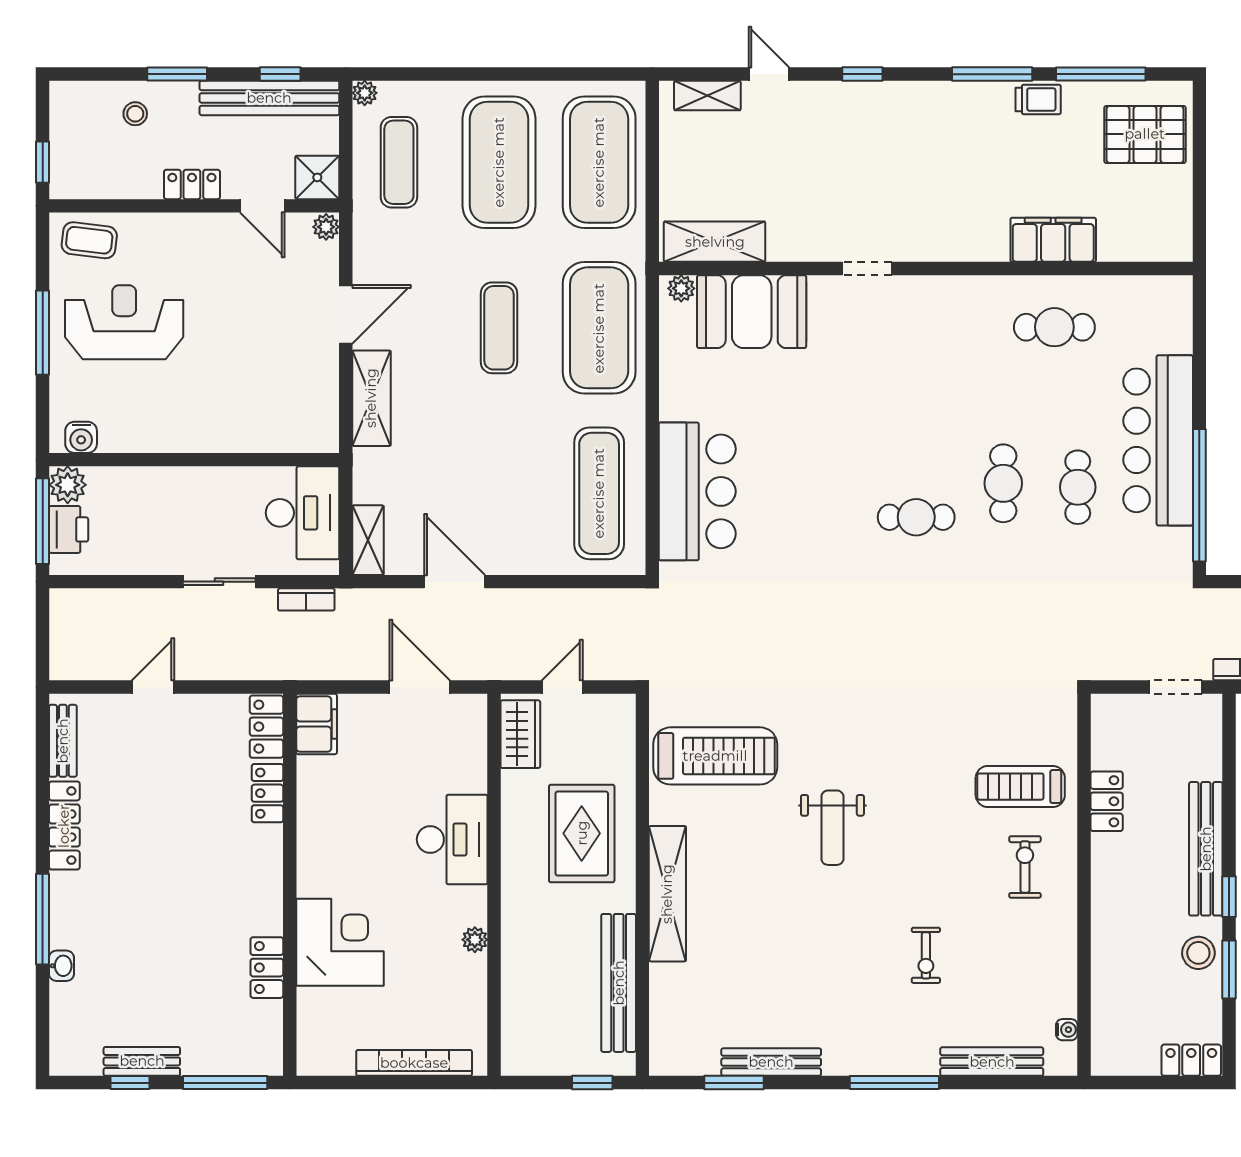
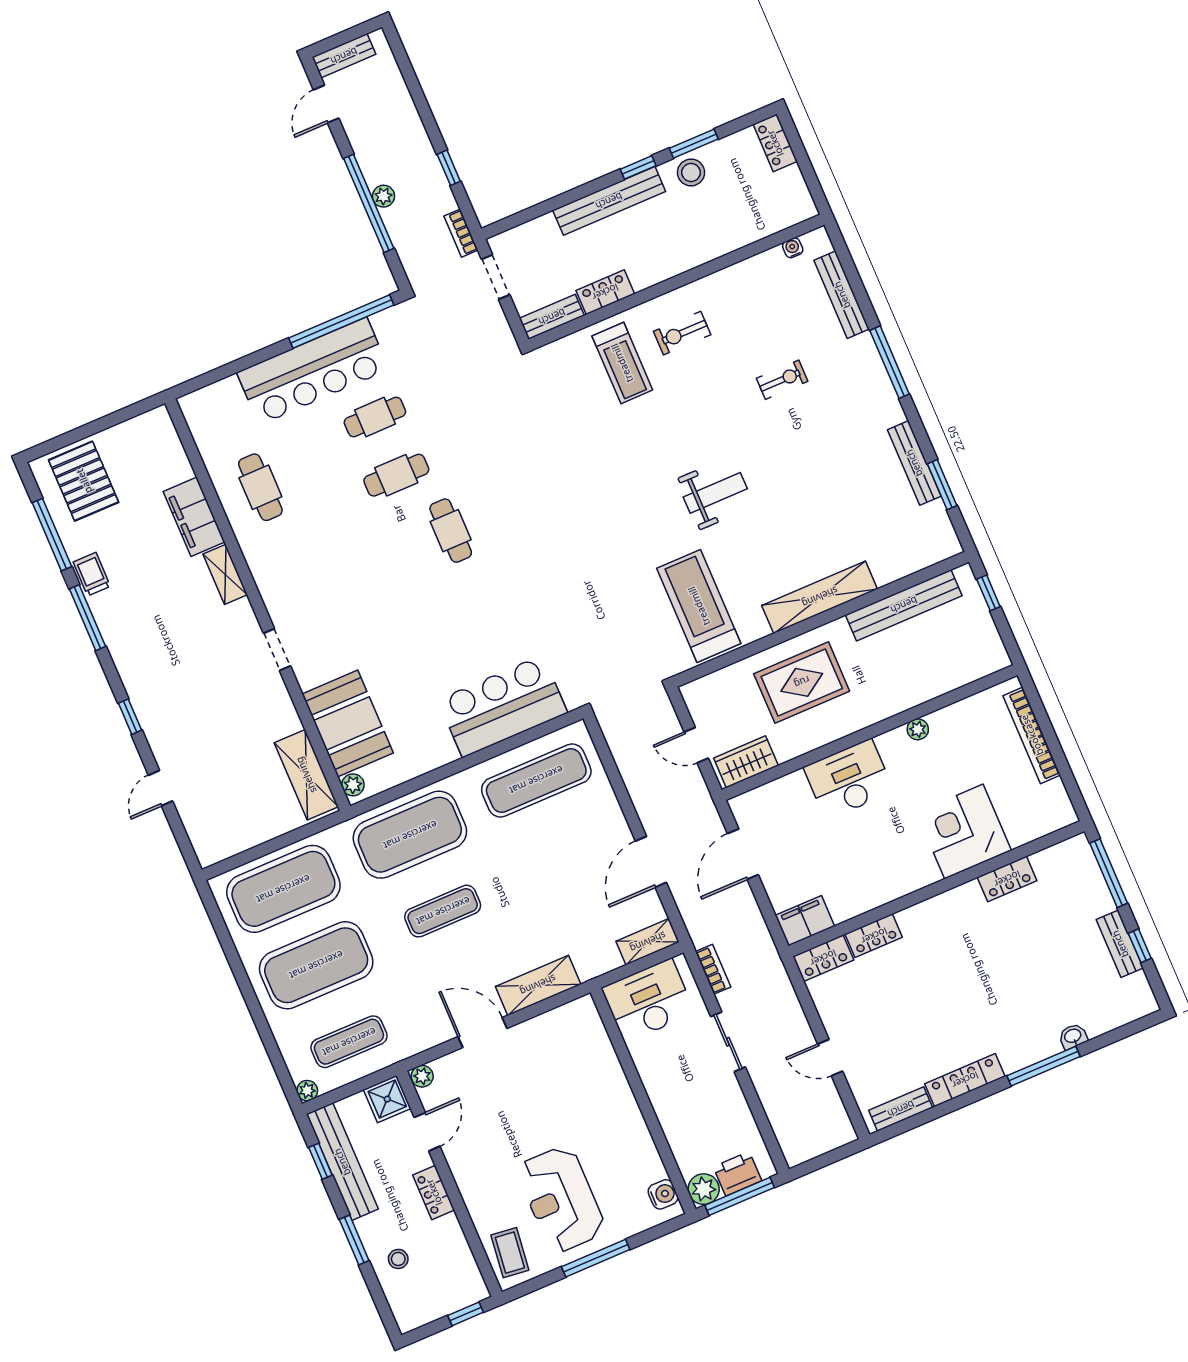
shelving: (707, 96) -> (225, 574), moved
bench: (1105, 730) -> (552, 317), added

